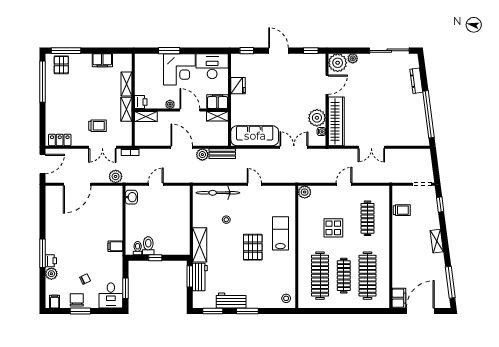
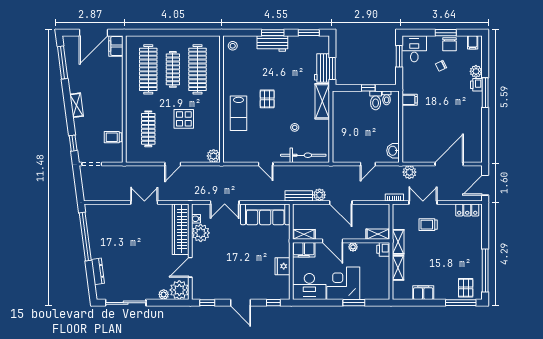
pallet: (253, 247) -> (267, 99), width x0.67, depth x0.71
workbench: (231, 301) -> (272, 44), moved

